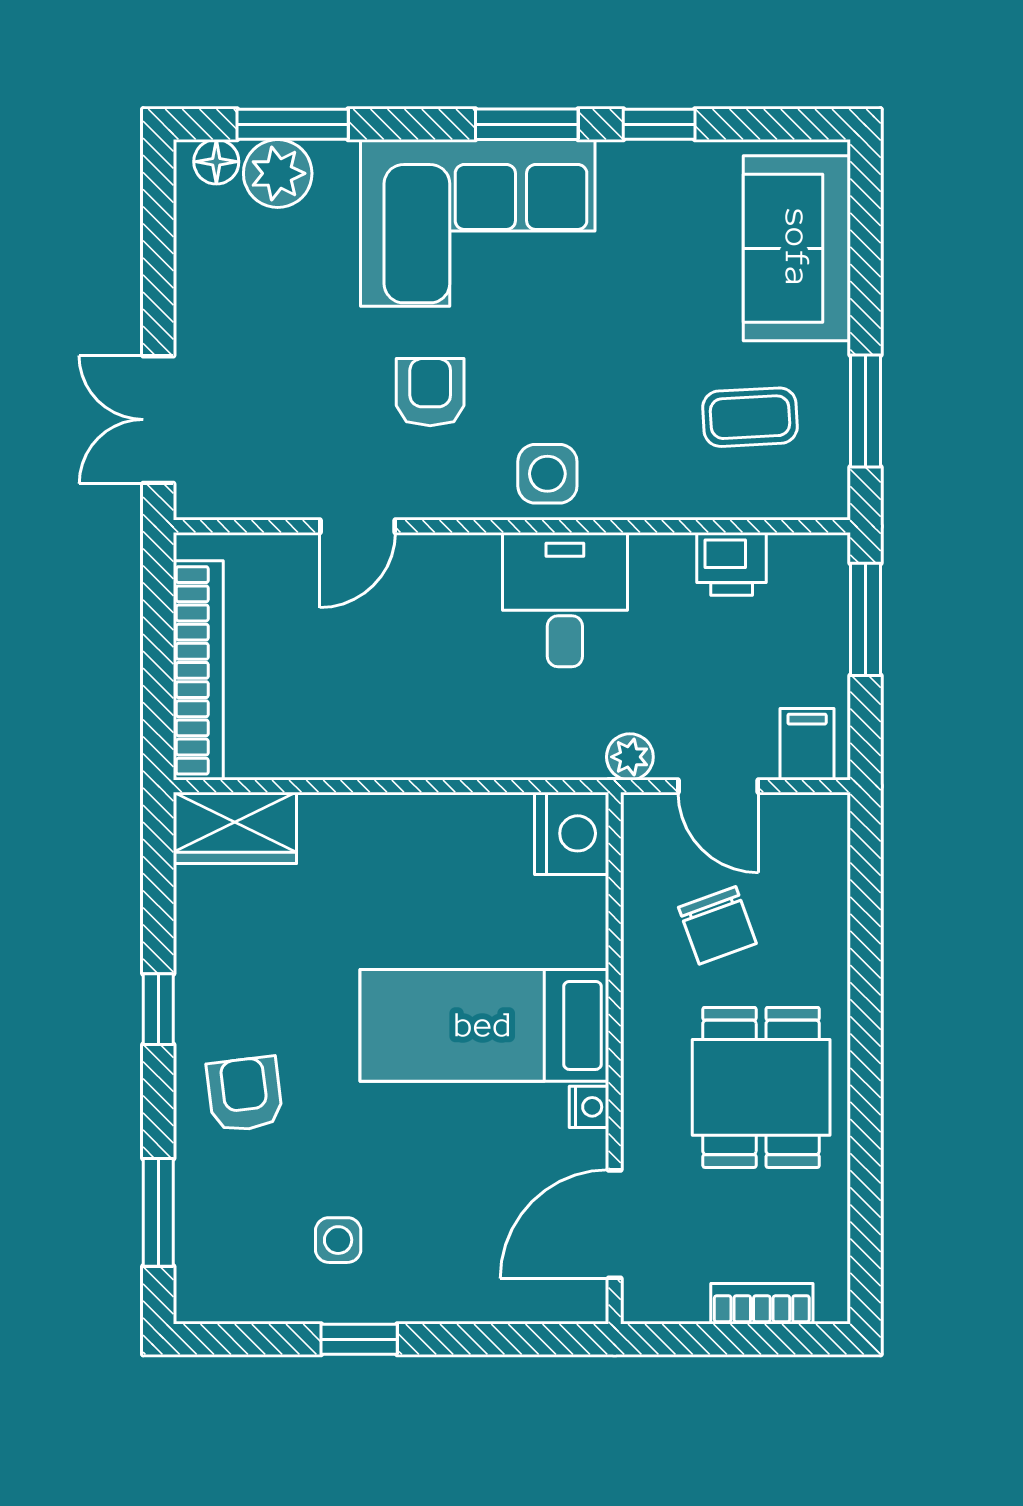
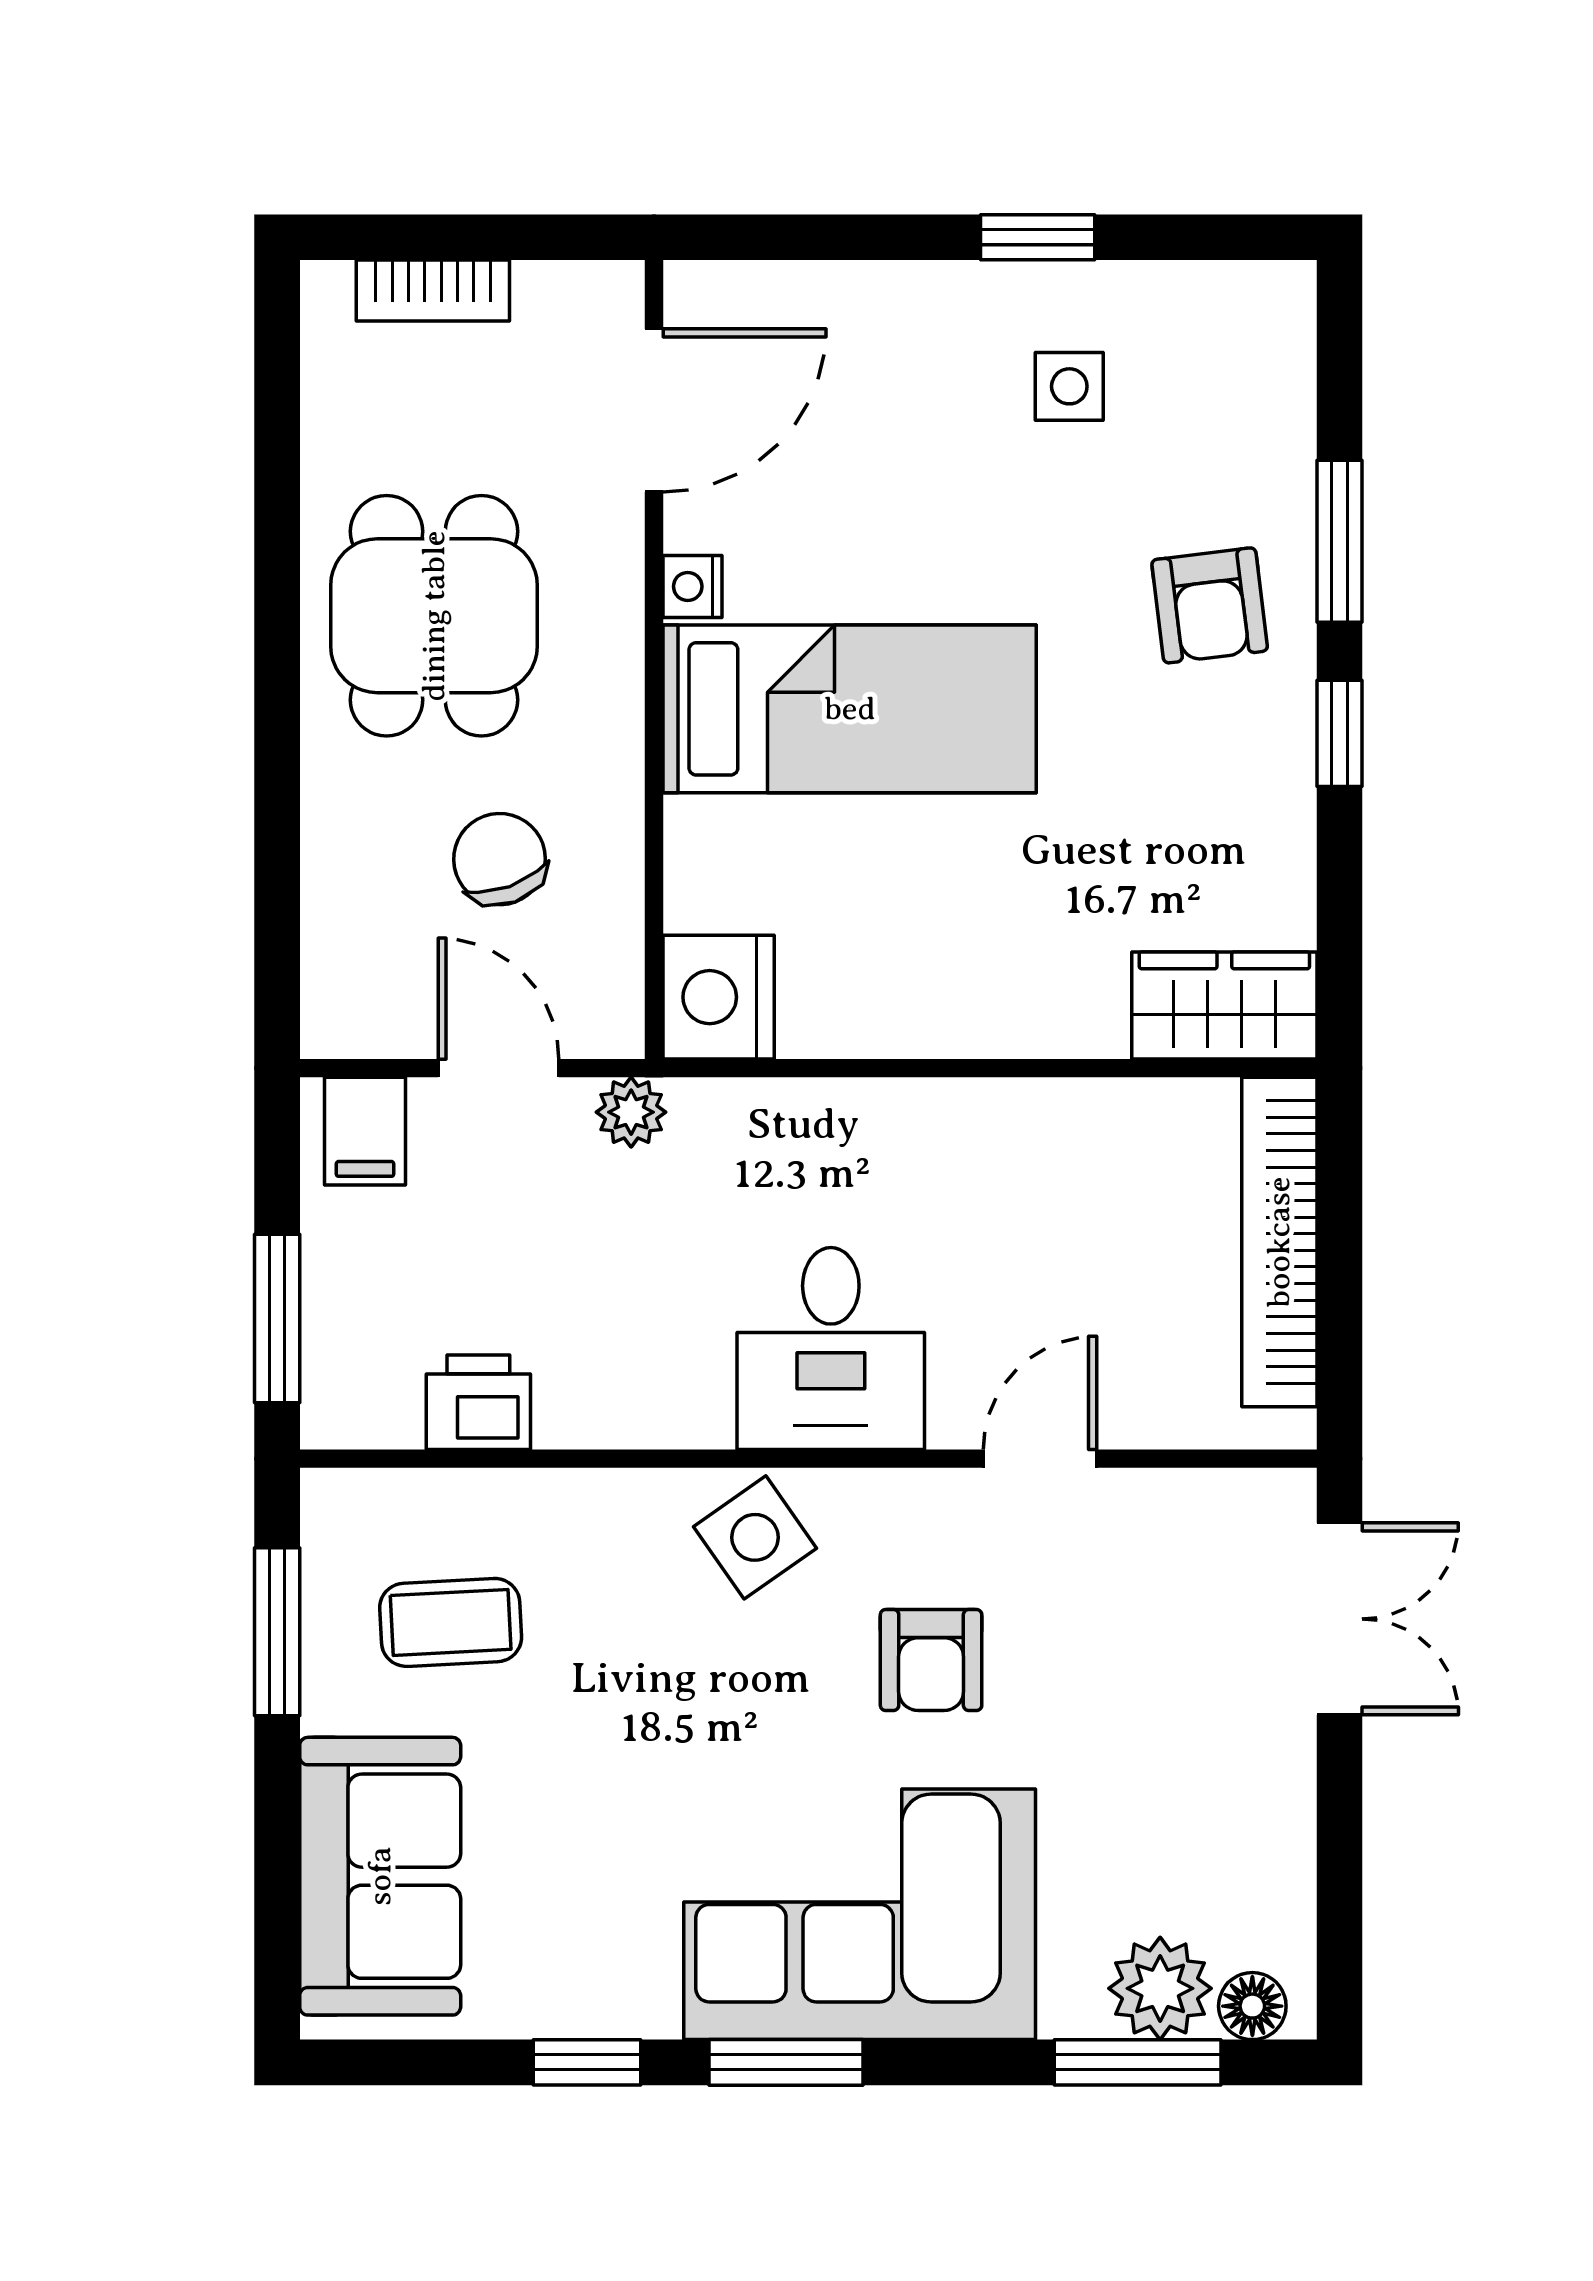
side table: (547, 474) -> (755, 1537), turned -35
desk: (565, 600) -> (831, 1348), moved
window: (158, 1212) -> (1340, 541), moved

